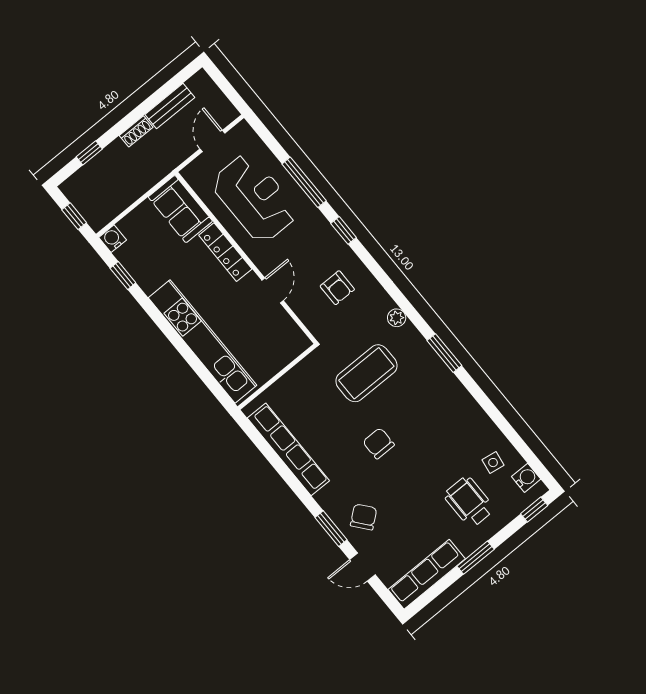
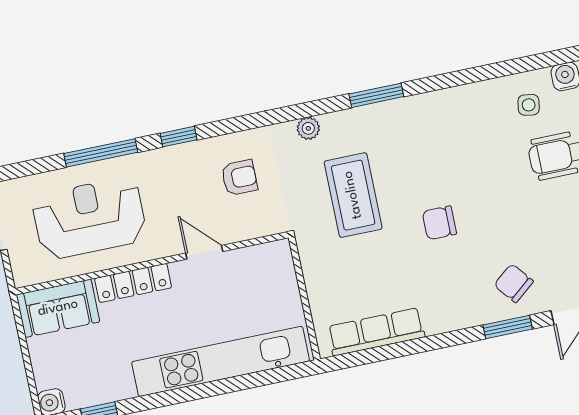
row of seats: (288, 449) -> (376, 332), width x0.73

